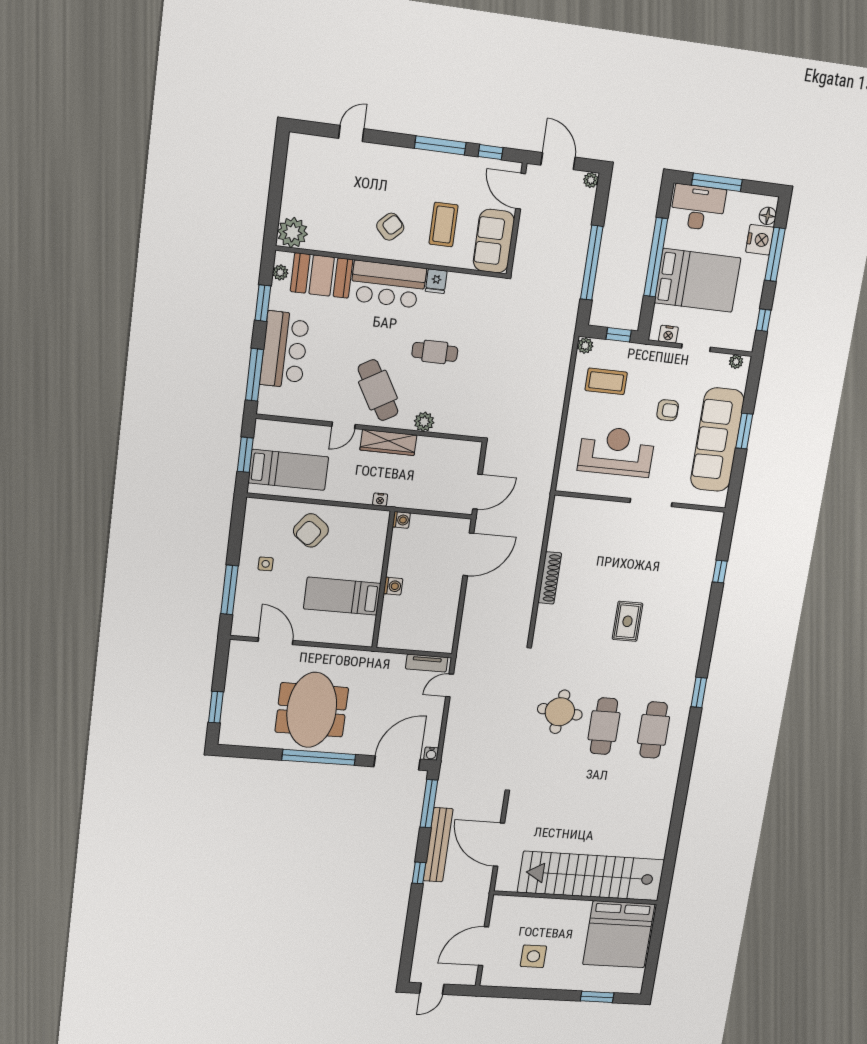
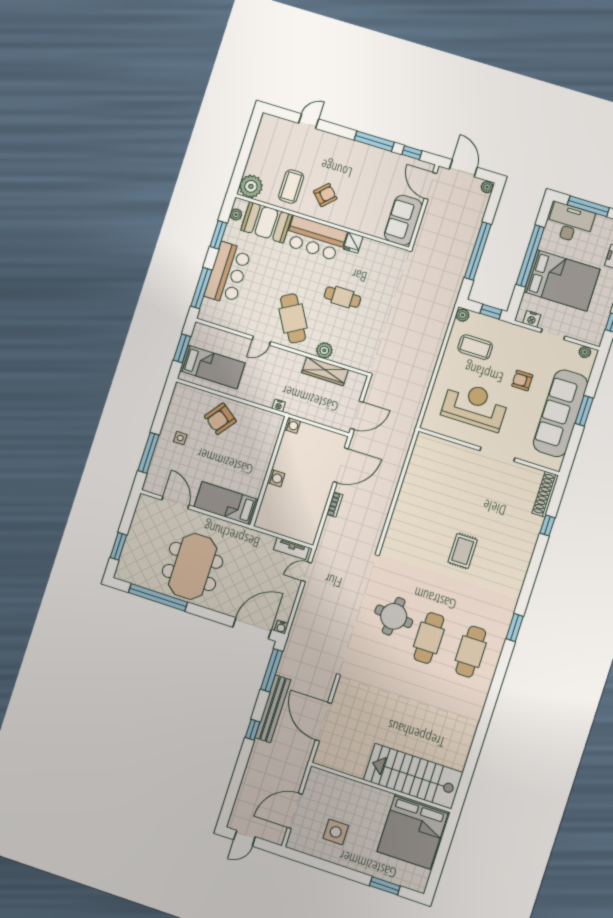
coffee table: (444, 225) -> (291, 187), moved
armchair: (668, 410) -> (522, 381), turned 180
wardrobe: (388, 443) -> (325, 371), moved
shoe rack: (550, 578) -> (545, 494), moved, turned 180
bed: (342, 596) -> (226, 503), moved
bookcase: (469, 602) -> (335, 505), added
window: (319, 757) -> (158, 597), moved
stairs: (591, 876) -> (413, 776), width x0.73

